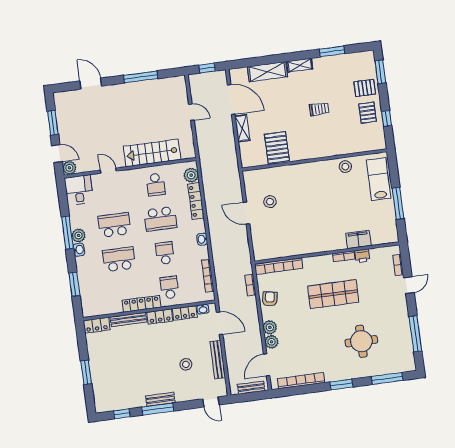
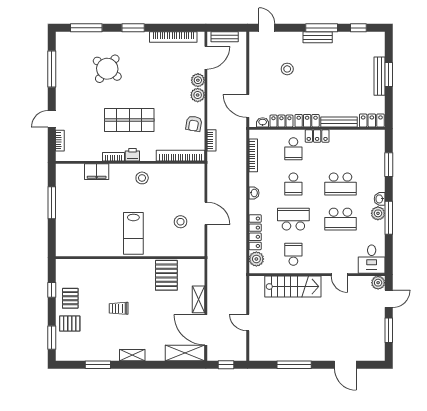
shelving: (268, 72) -> (185, 353), moved
door: (57, 154) -> (389, 299), swing flipped
stool: (345, 167) -> (142, 178), moved
lab bench: (379, 179) -> (133, 233), moved
printer: (362, 256) -> (132, 155), moved
locker: (142, 304) -> (317, 136), width x0.66
round table: (361, 341) -> (107, 69), turned 38
bench: (218, 360) -> (379, 76), moved

